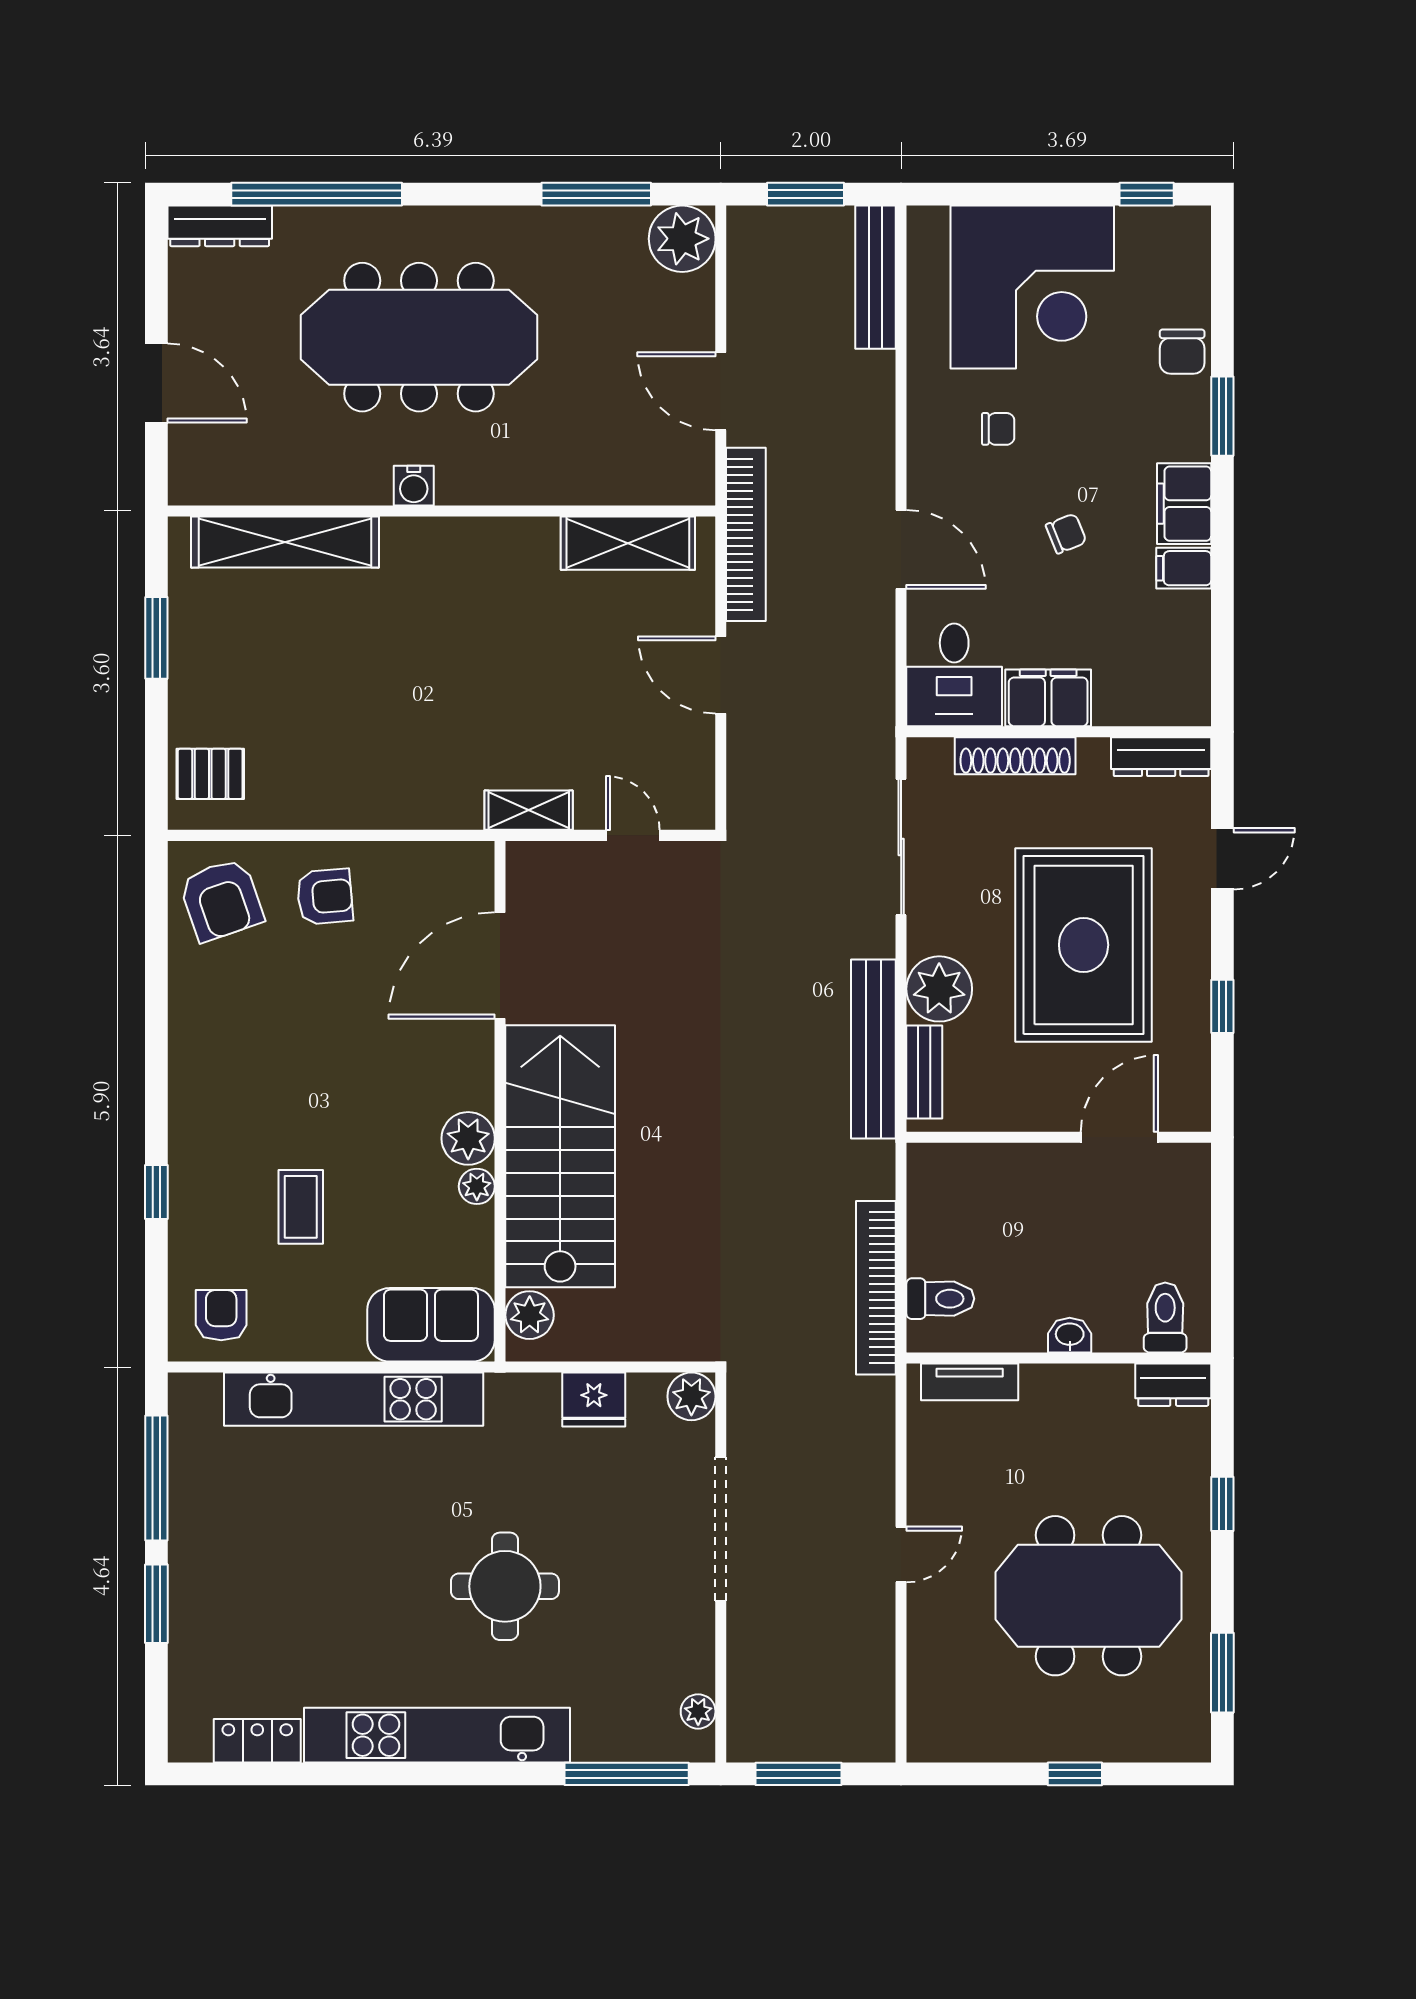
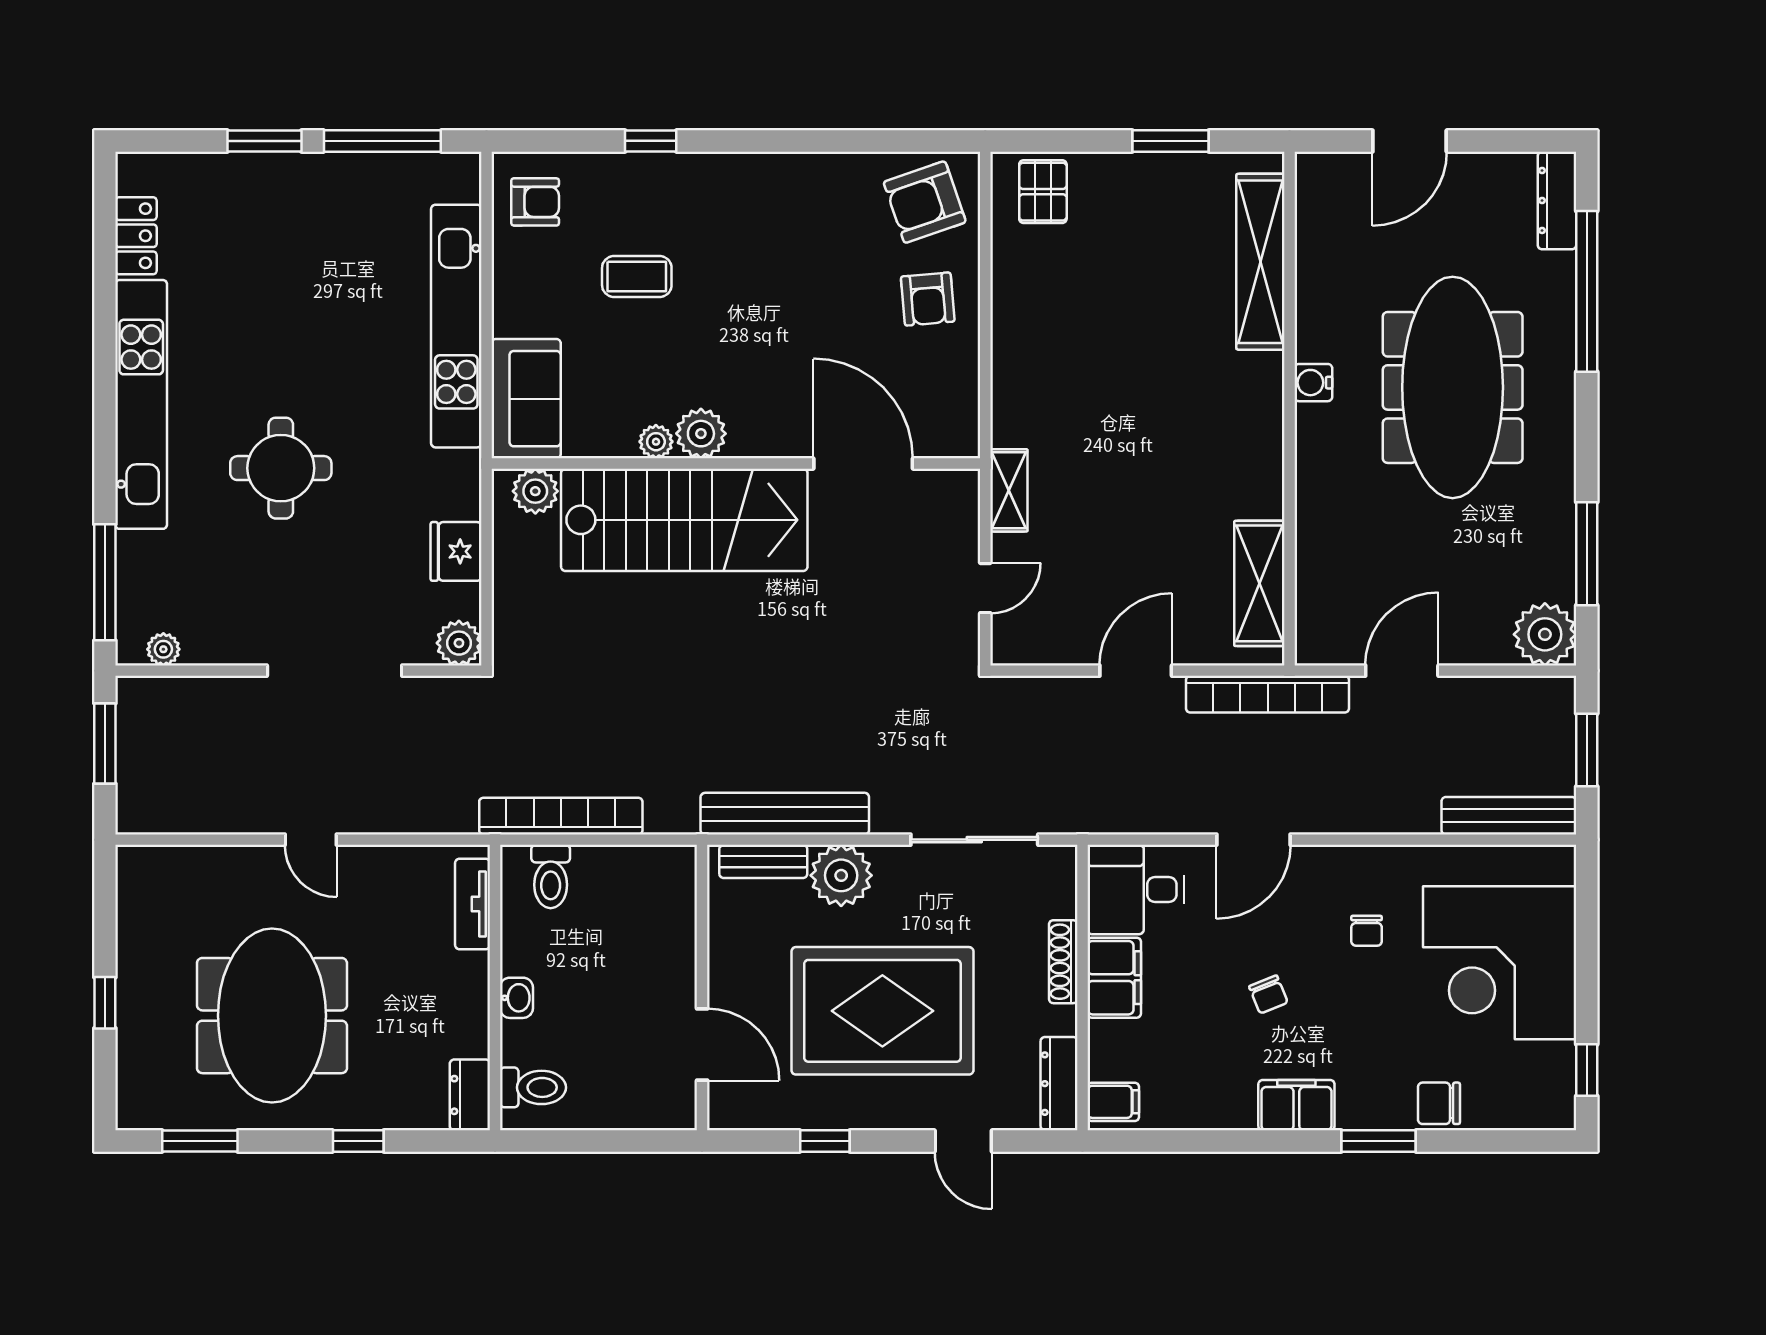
filing cabinet: (1184, 568) -> (1113, 1102), moved, turned 90
shoe rack: (1015, 756) -> (1063, 962), width x0.74, depth x0.81

